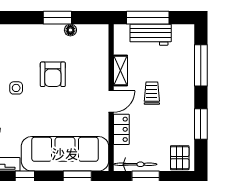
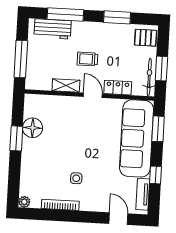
floor lamp: (70, 30) -> (33, 128), width x1.89, depth x1.89
workbench: (151, 35) -> (53, 29), moved, turned 90
armchair: (53, 74) -> (66, 145), removed

